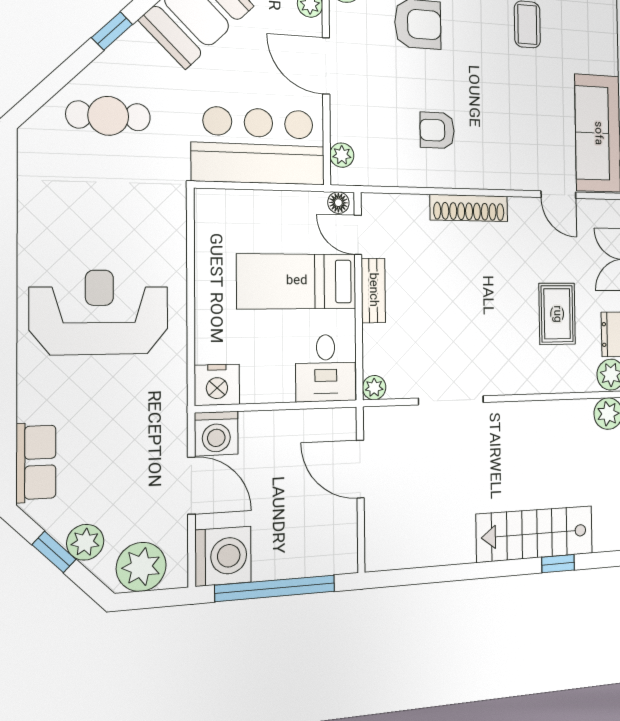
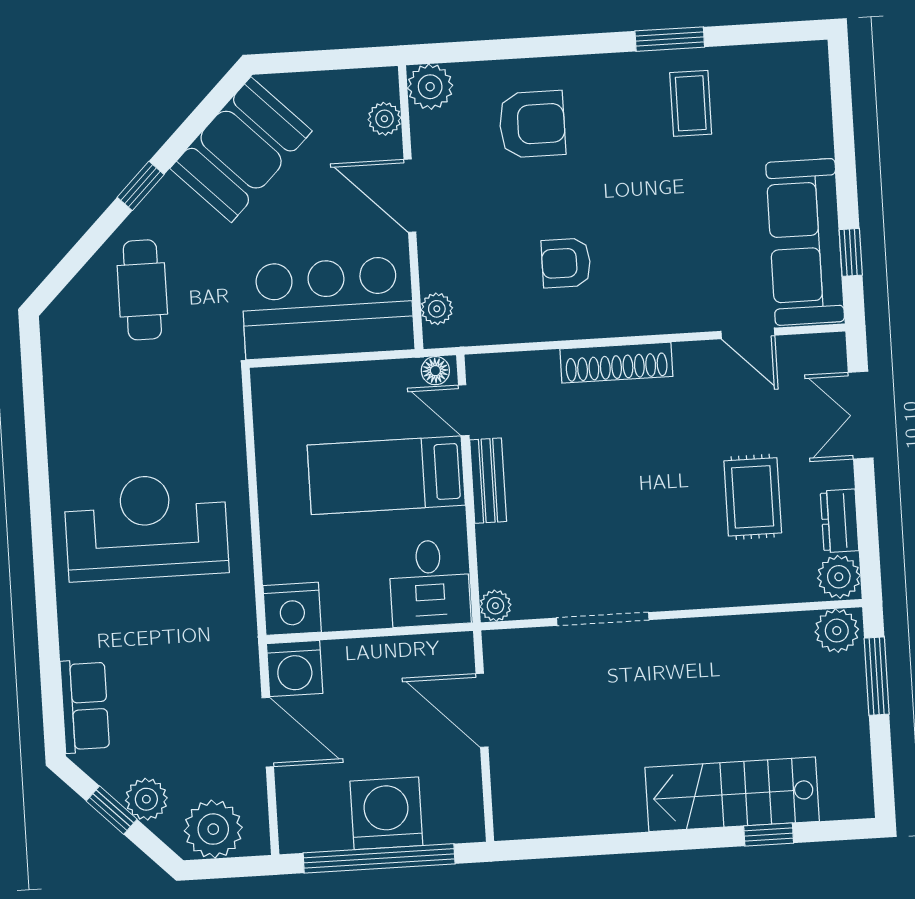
cafe table: (108, 116) -> (142, 290), turned 90
washing machine: (223, 556) -> (386, 813), moved, turned -90

